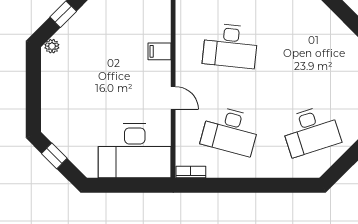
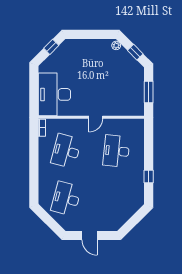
filing cabinet: (160, 51) -> (113, 109), removed
door: (173, 98) -> (96, 117), moved
desk: (311, 131) -> (66, 199), turned 33

